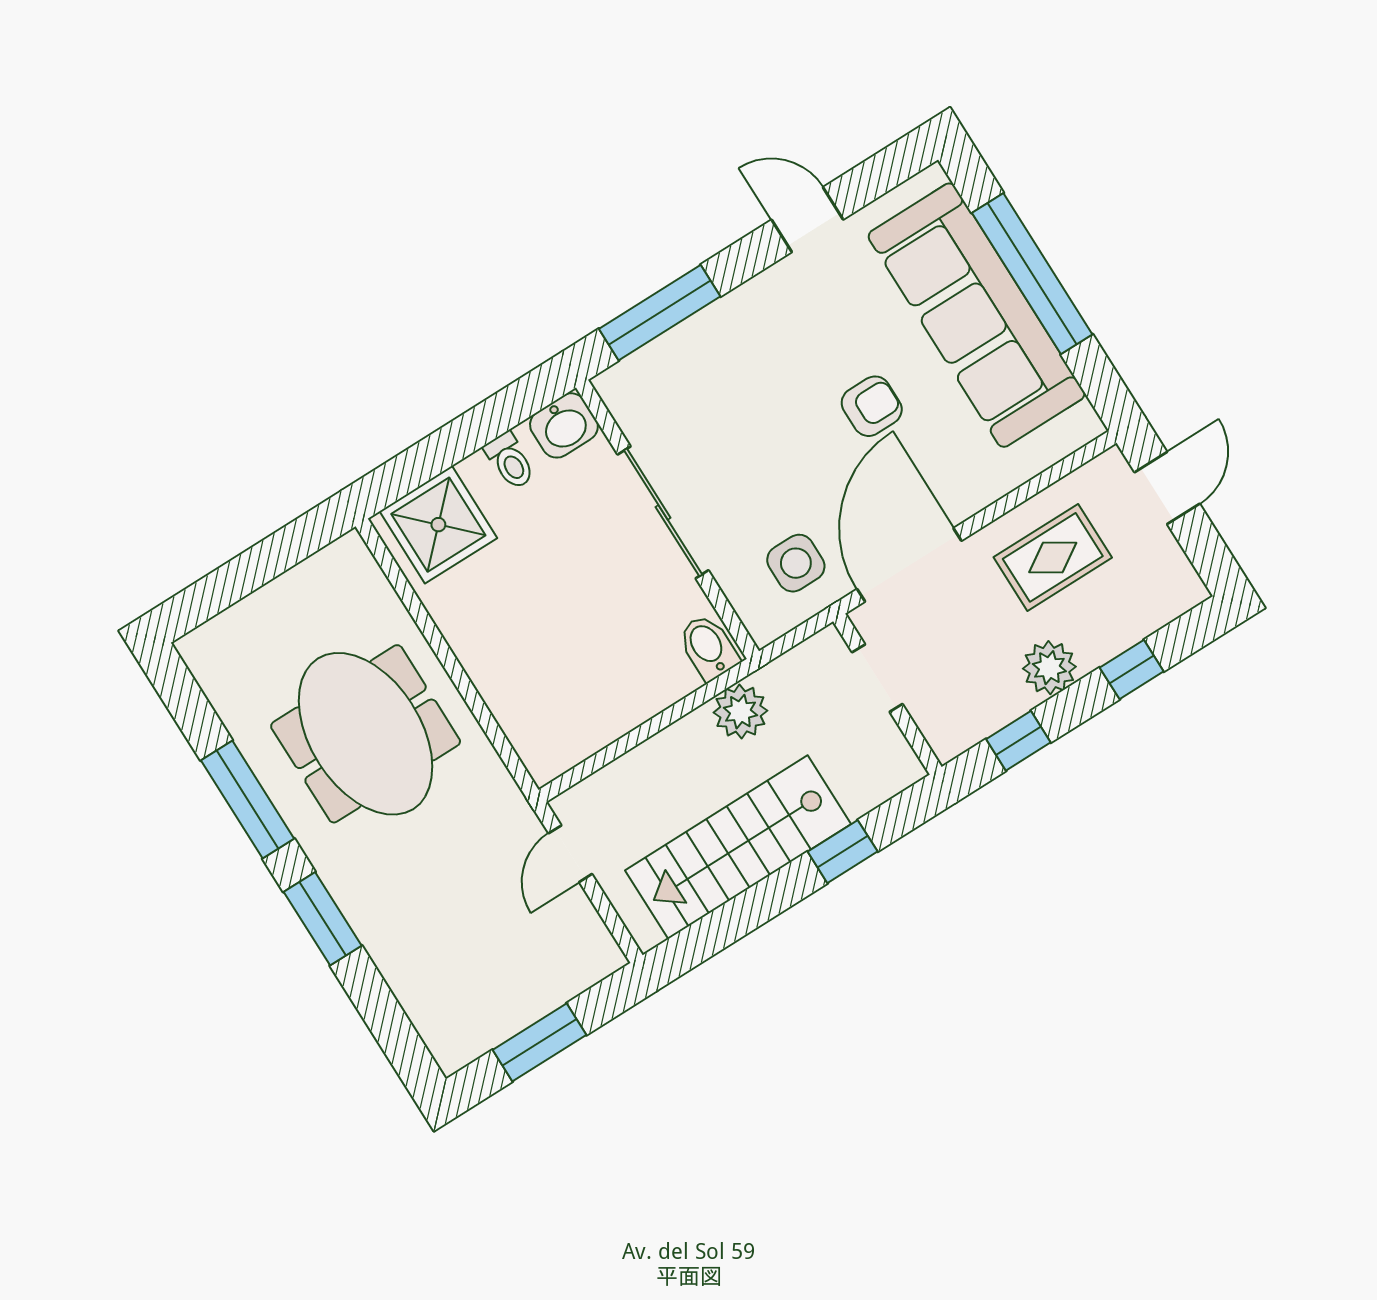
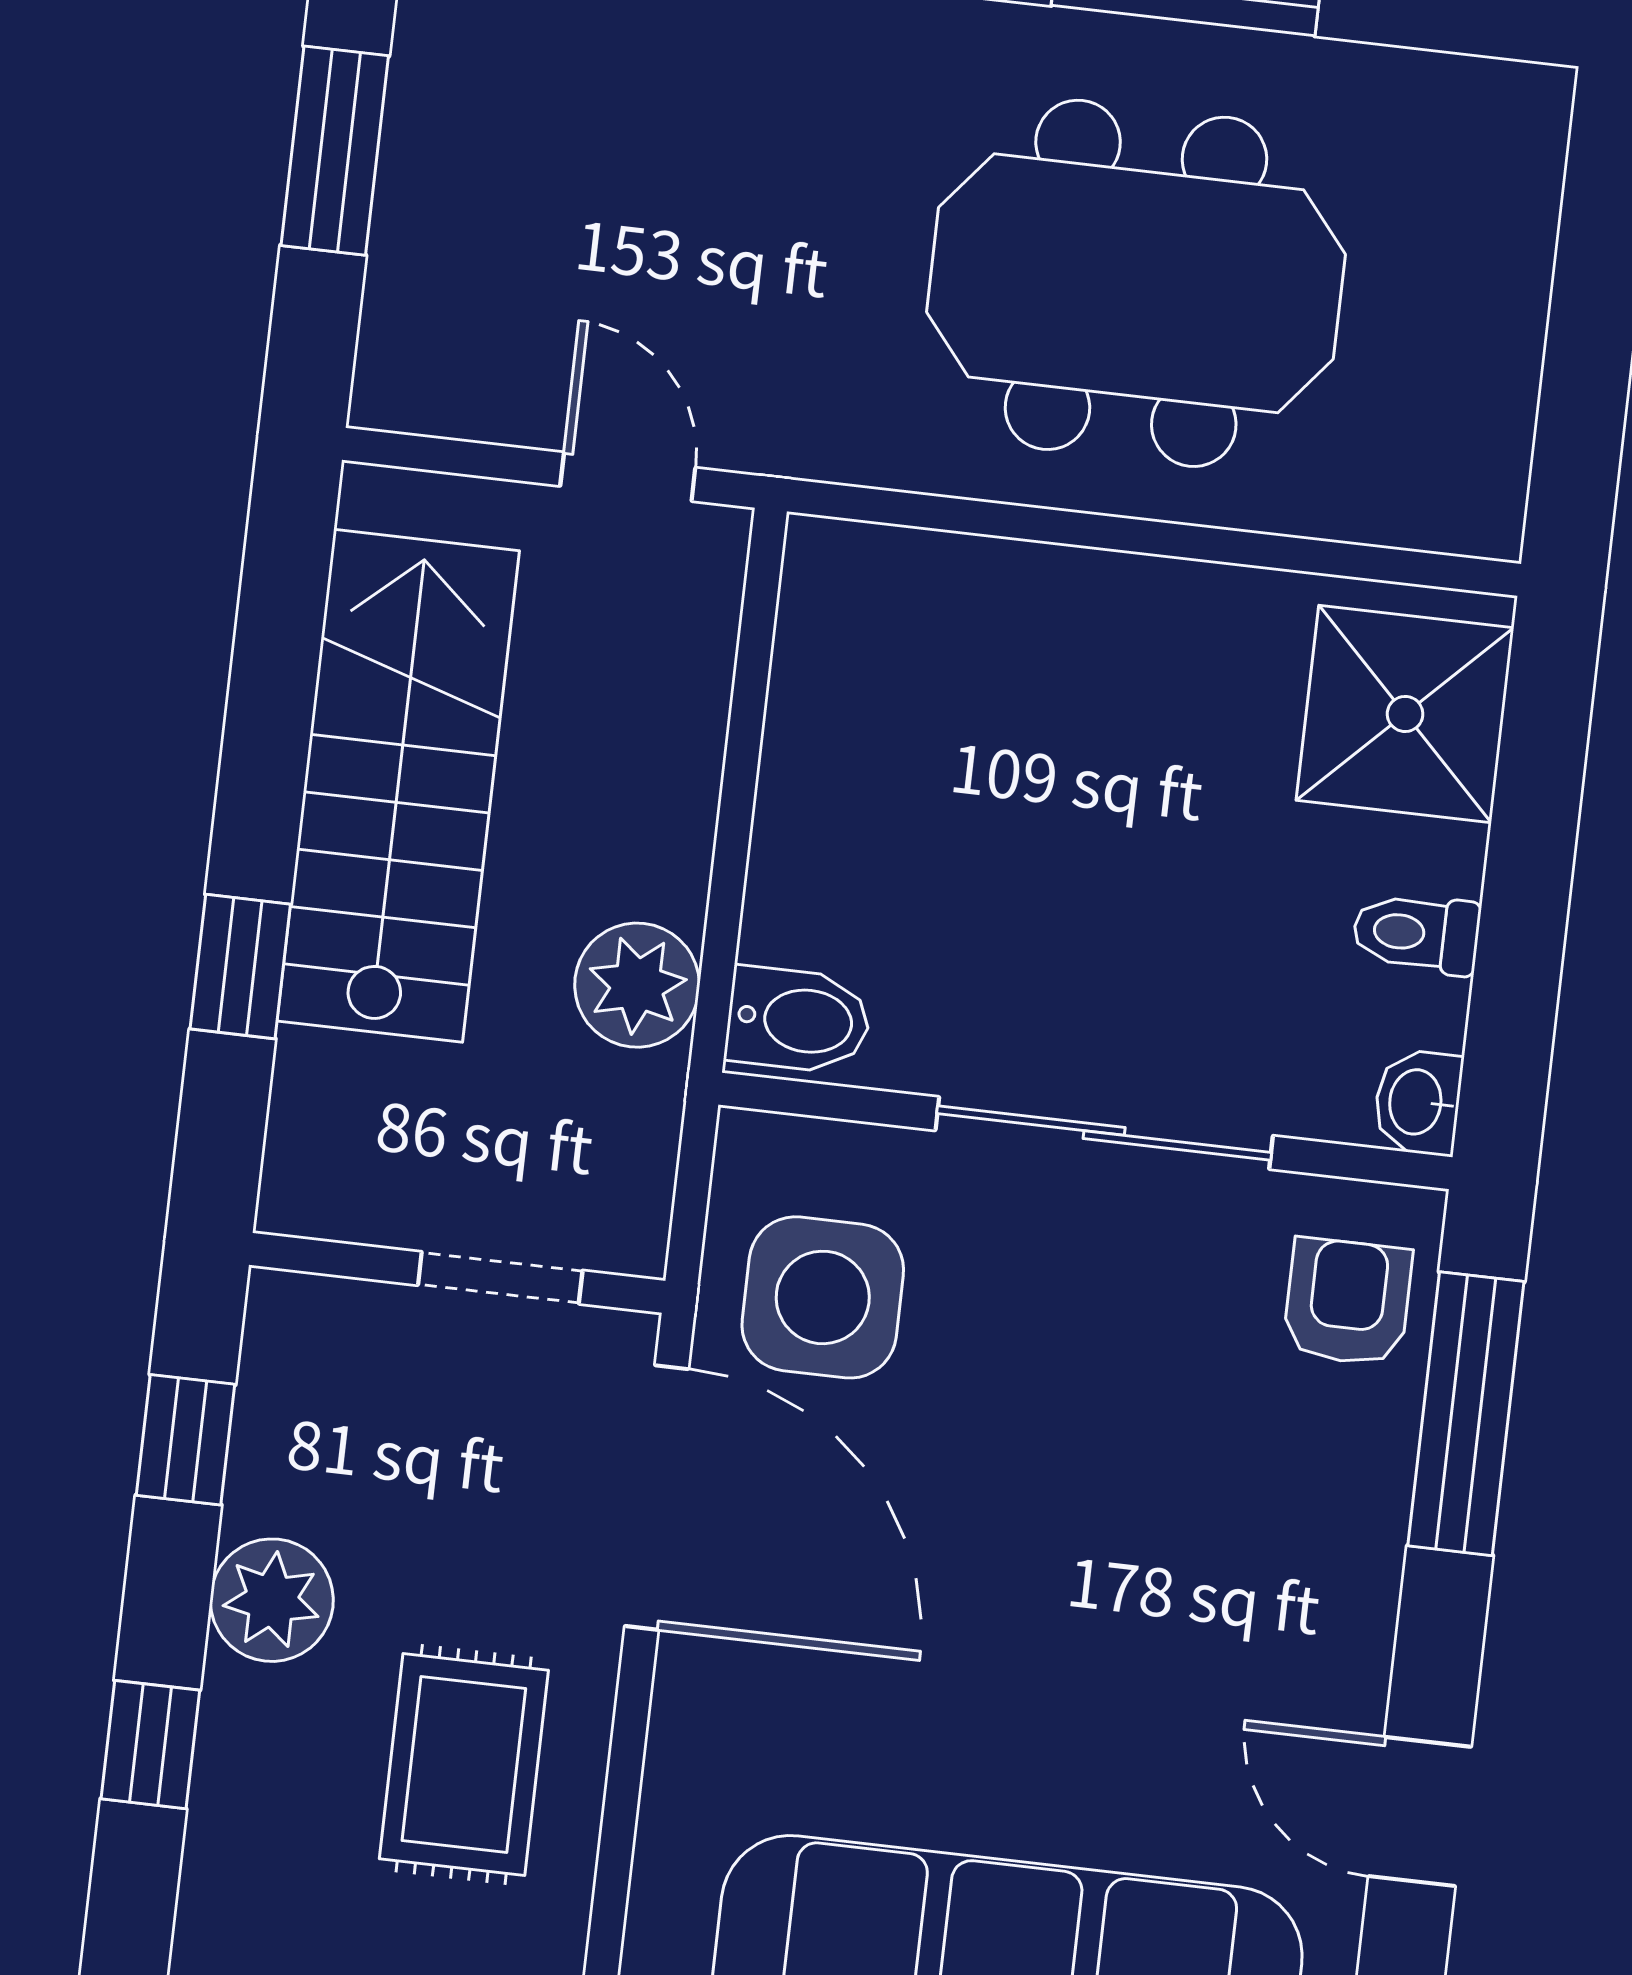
door: (807, 220) -> (1420, 1811), swing flipped
armchair: (872, 406) -> (1348, 1302), moved, turned 180
washbasin: (564, 425) -> (1418, 1102), width x0.72, depth x0.69
side table: (796, 563) -> (823, 1297), width x1.37, depth x1.37

